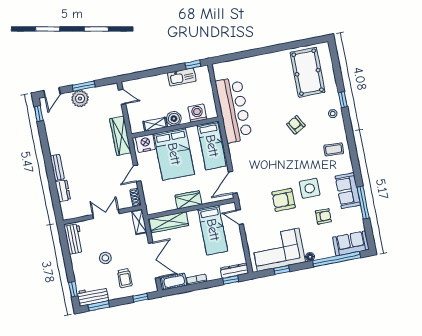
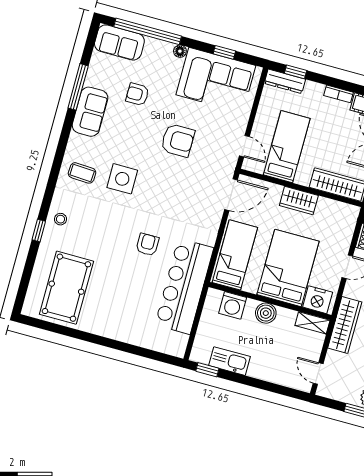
shelving: (155, 124) -> (312, 323), moved
armchair: (296, 125) -> (147, 245), moved, turned -150
side table: (310, 188) -> (122, 179), moved

